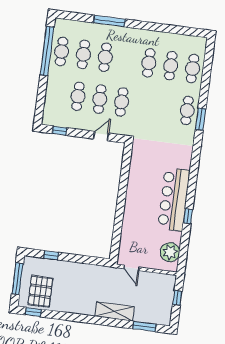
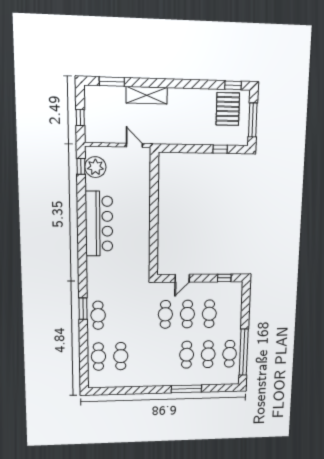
cafe table: (149, 63) -> (143, 356), removed
window: (188, 216) -> (81, 166), moved

